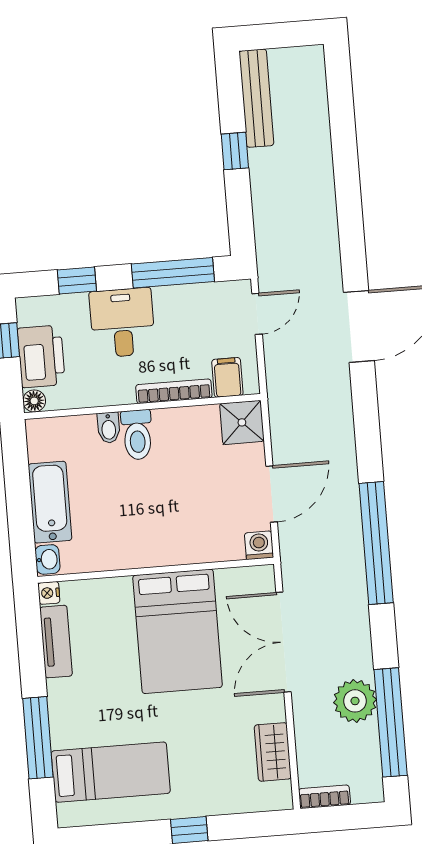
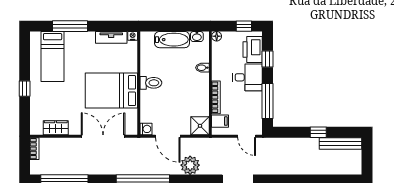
printer: (41, 356) -> (253, 50), moved, turned 90
toilet: (137, 435) -> (151, 83), moved, turned 180
washbasin: (48, 559) -> (197, 37), moved
plant: (355, 701) -> (190, 165), moved

